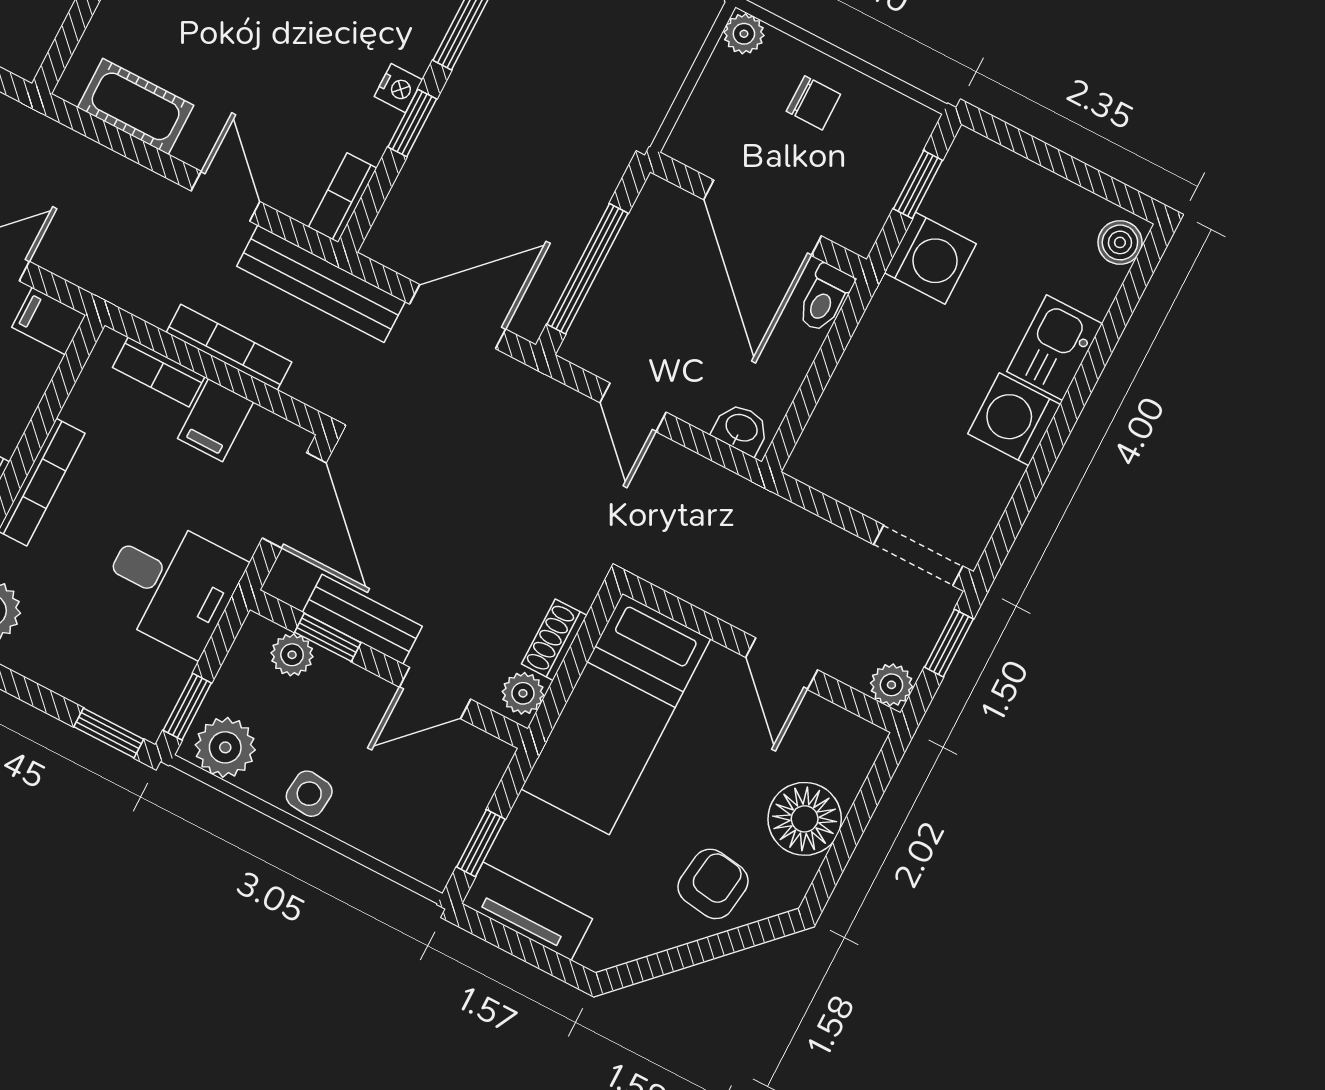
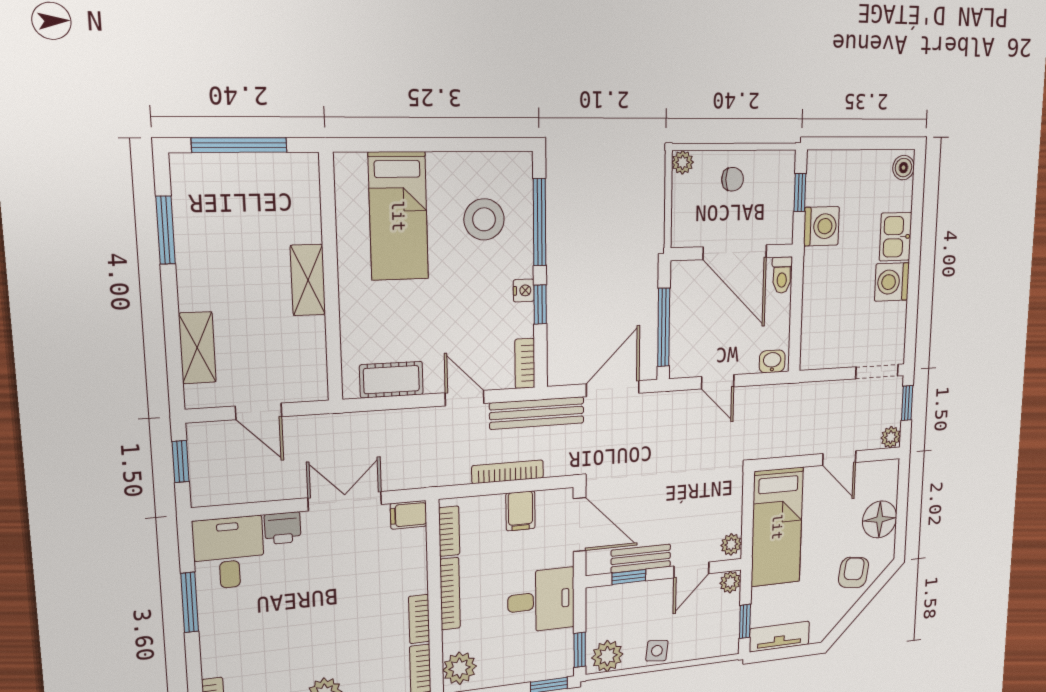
bookcase: (159, 372) -> (449, 531), moved, turned -90
shoe rack: (554, 640) -> (734, 512), removed
plant: (292, 655) -> (730, 582), moved

